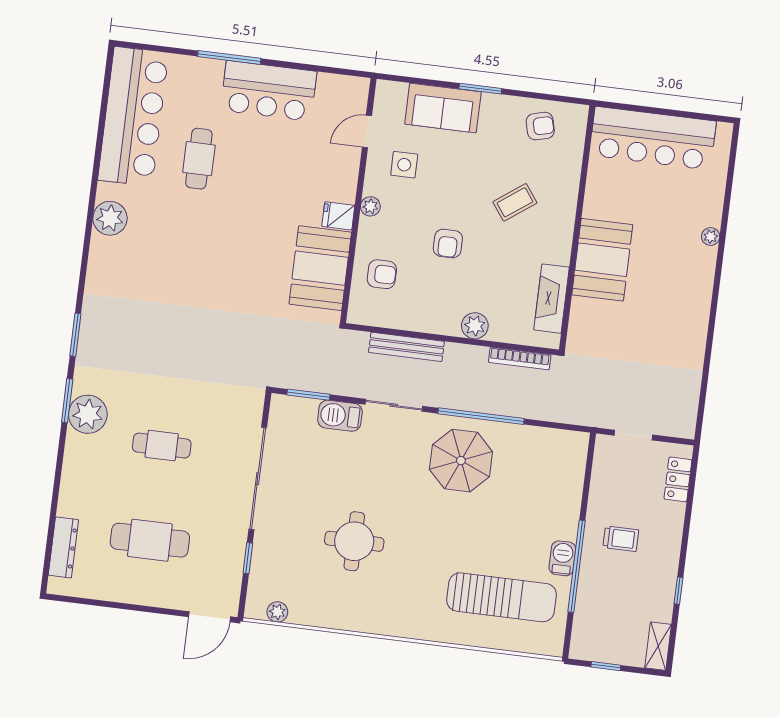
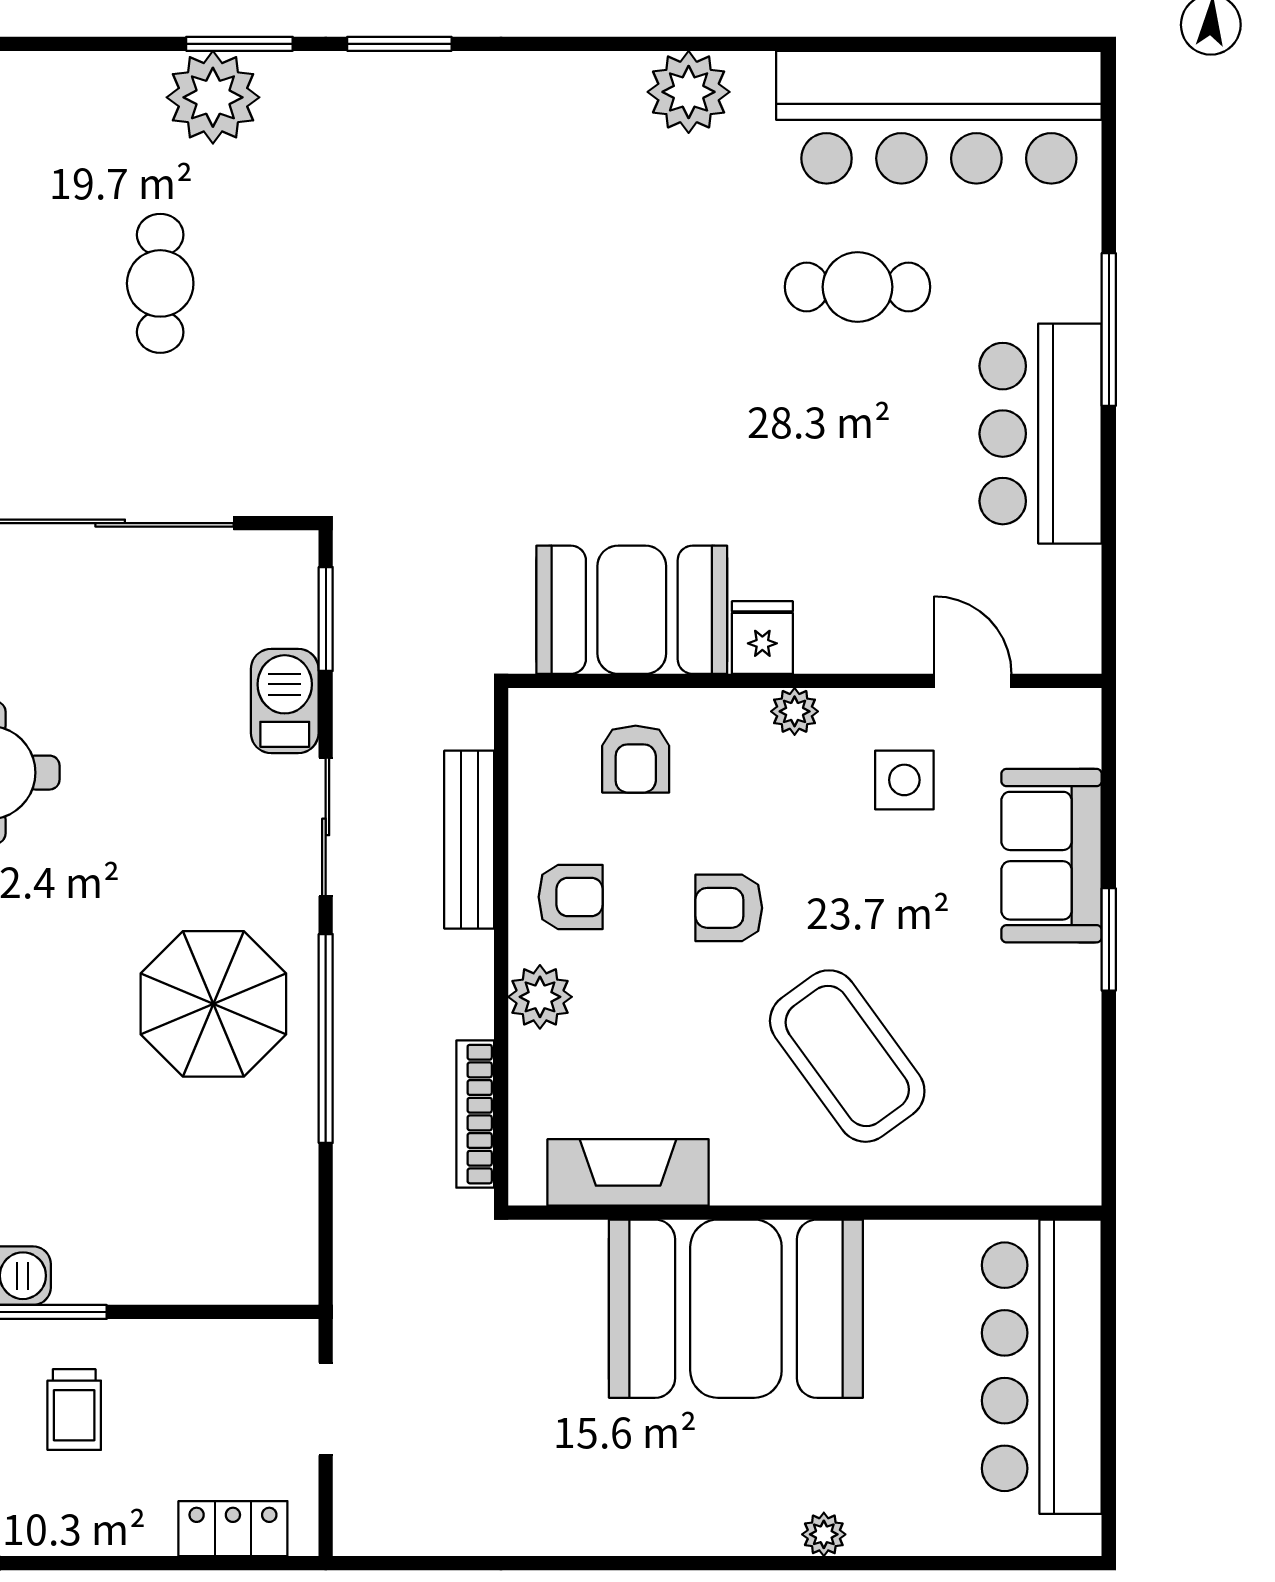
armchair: (540, 126) -> (571, 897), moved, turned -76
coffee table: (515, 202) -> (847, 1056), width x1.86, depth x1.72
booth: (602, 260) -> (736, 1309), width x1.36, depth x1.42

